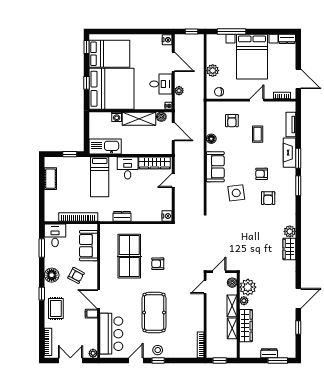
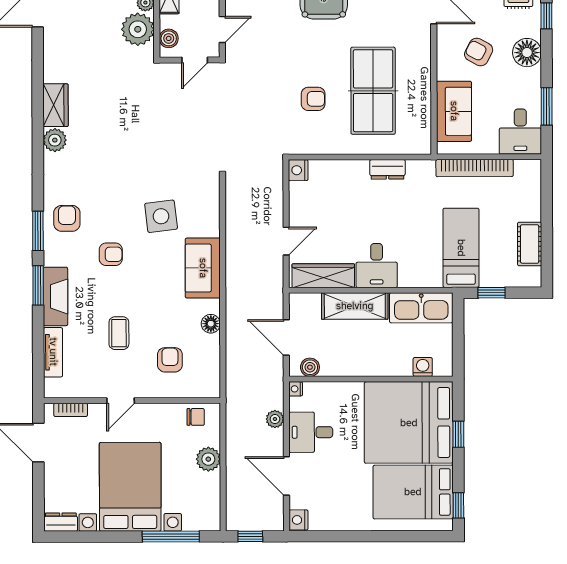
washing machine: (117, 117) -> (423, 367), moved
shelving: (139, 119) -> (355, 306), moved
bed: (100, 177) -> (461, 248), moved
armchair: (268, 198) -> (67, 218), moved
armchair: (158, 264) -> (313, 99), moved

